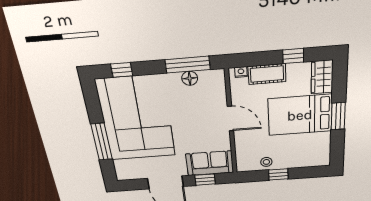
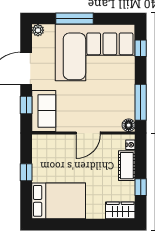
floor lamp: (190, 78) -> (129, 125), moved
bed: (300, 115) -> (59, 201), moved, turned 90
window: (338, 116) -> (82, 225), removed
stool: (266, 162) -> (41, 162), removed
plant: (122, 175) -> (38, 30), added

